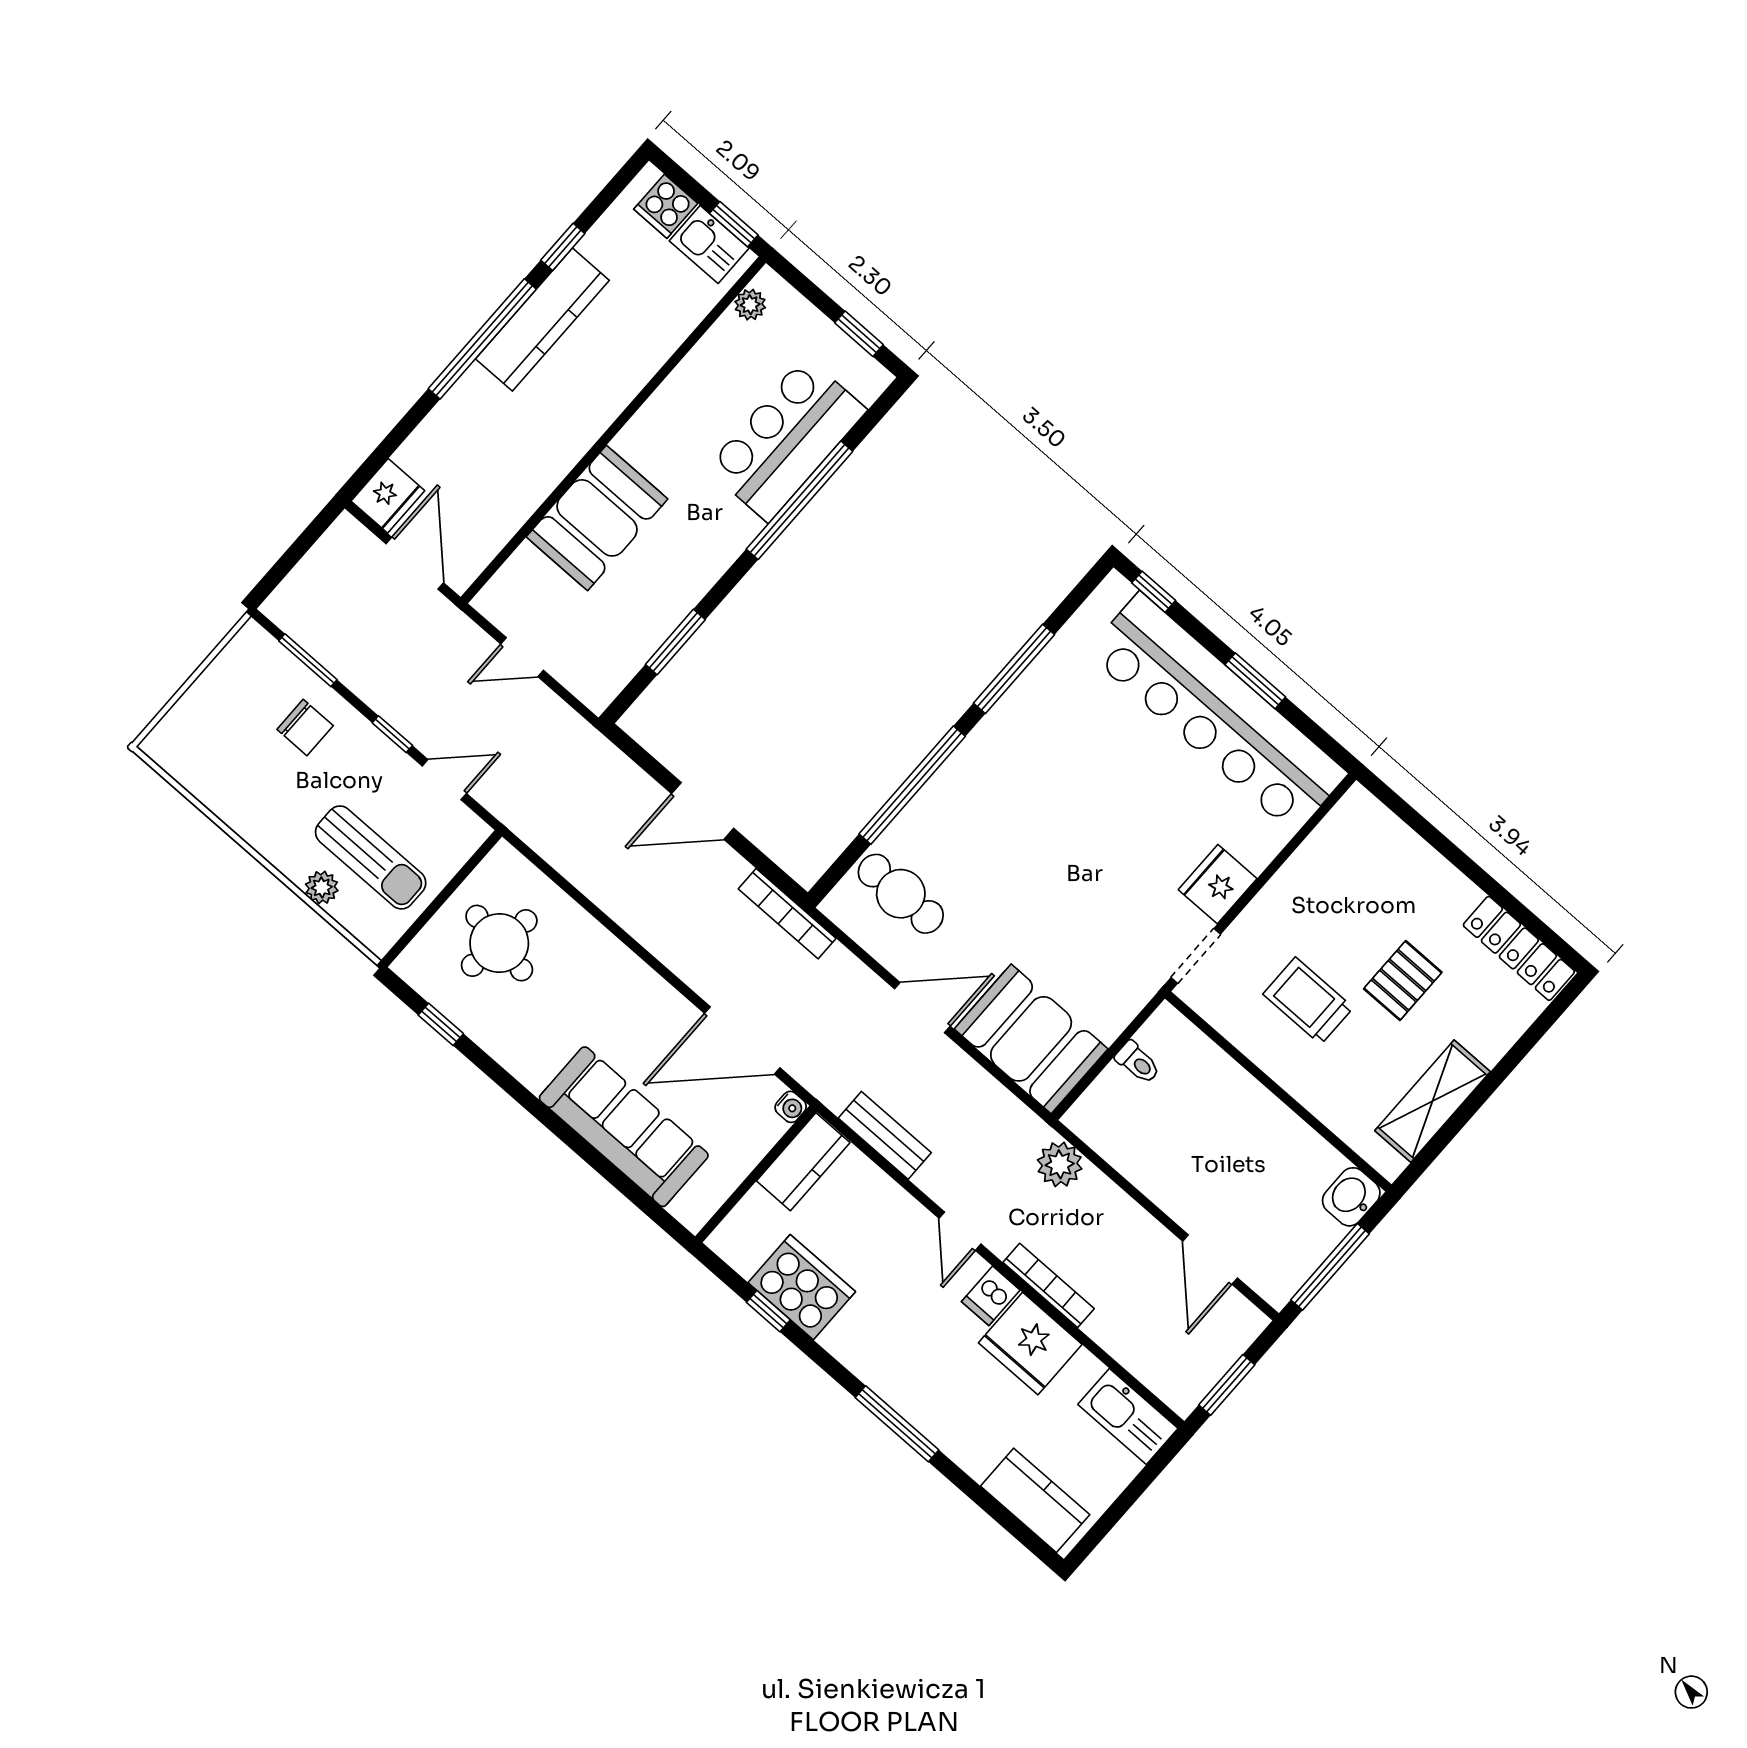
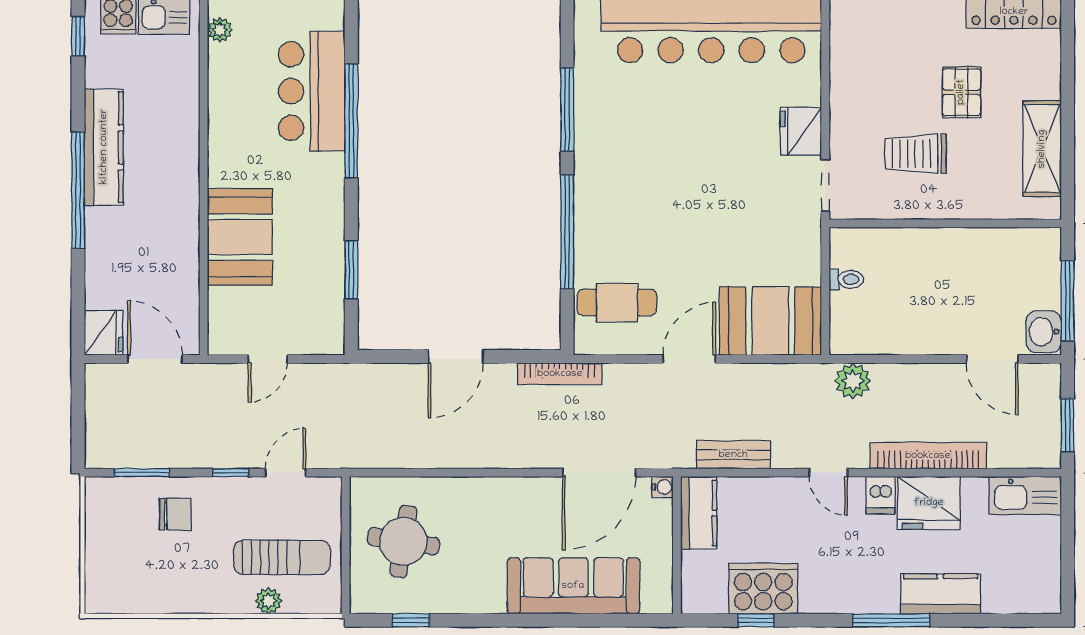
window: (563, 247) -> (78, 36), moved
washbasin: (1351, 1197) -> (1044, 332), moved
bookcase: (1049, 1285) -> (928, 456), width x1.48, depth x1.31
kitchen counter: (1035, 1500) -> (941, 594), moved

